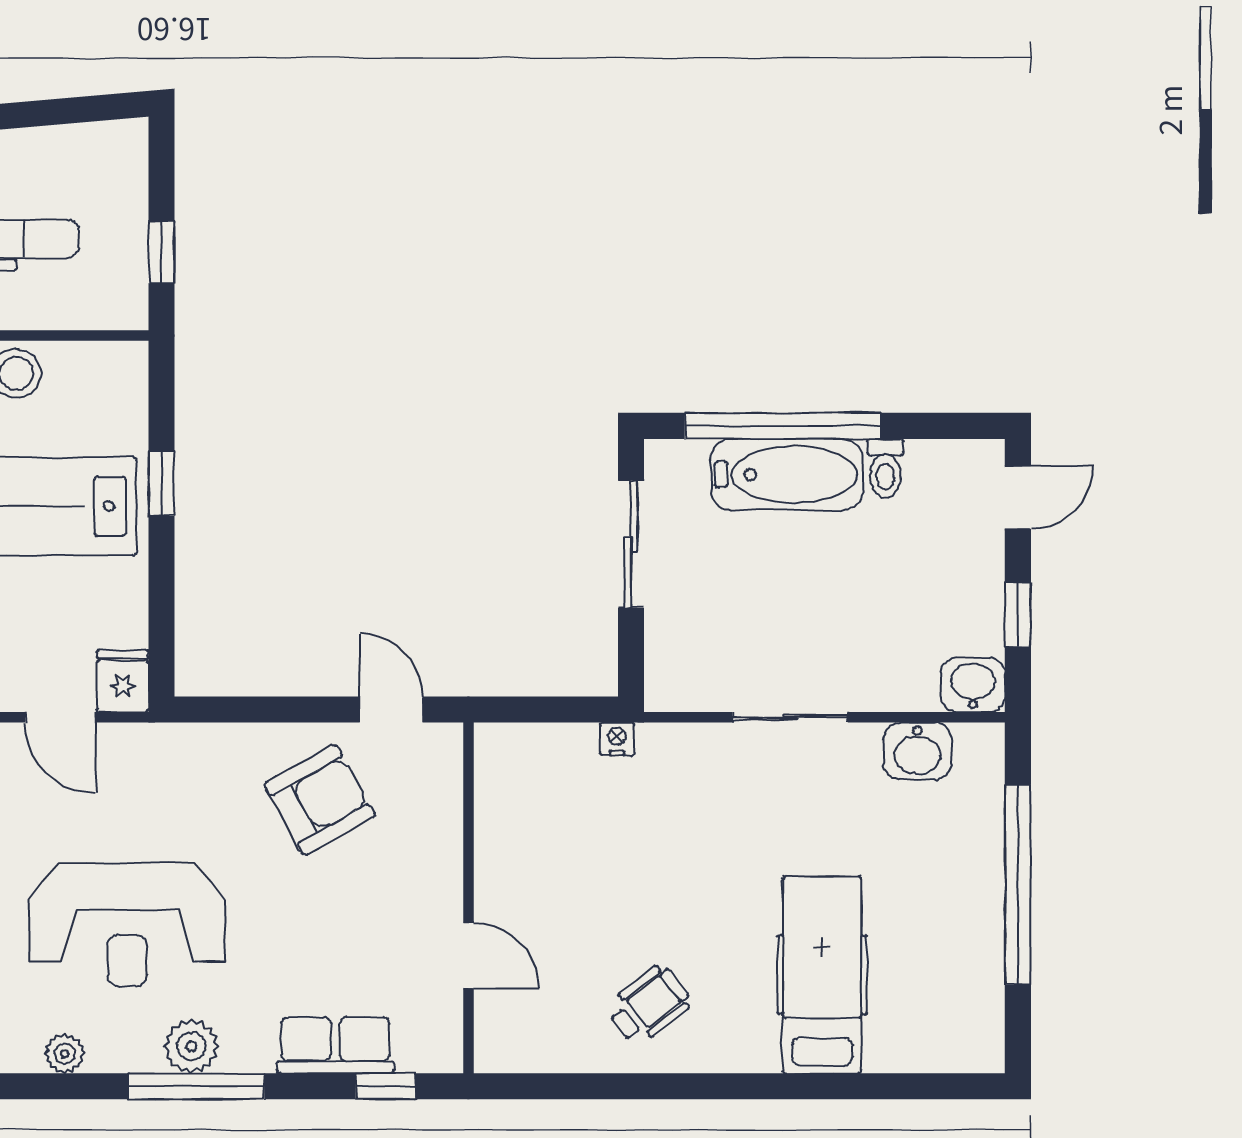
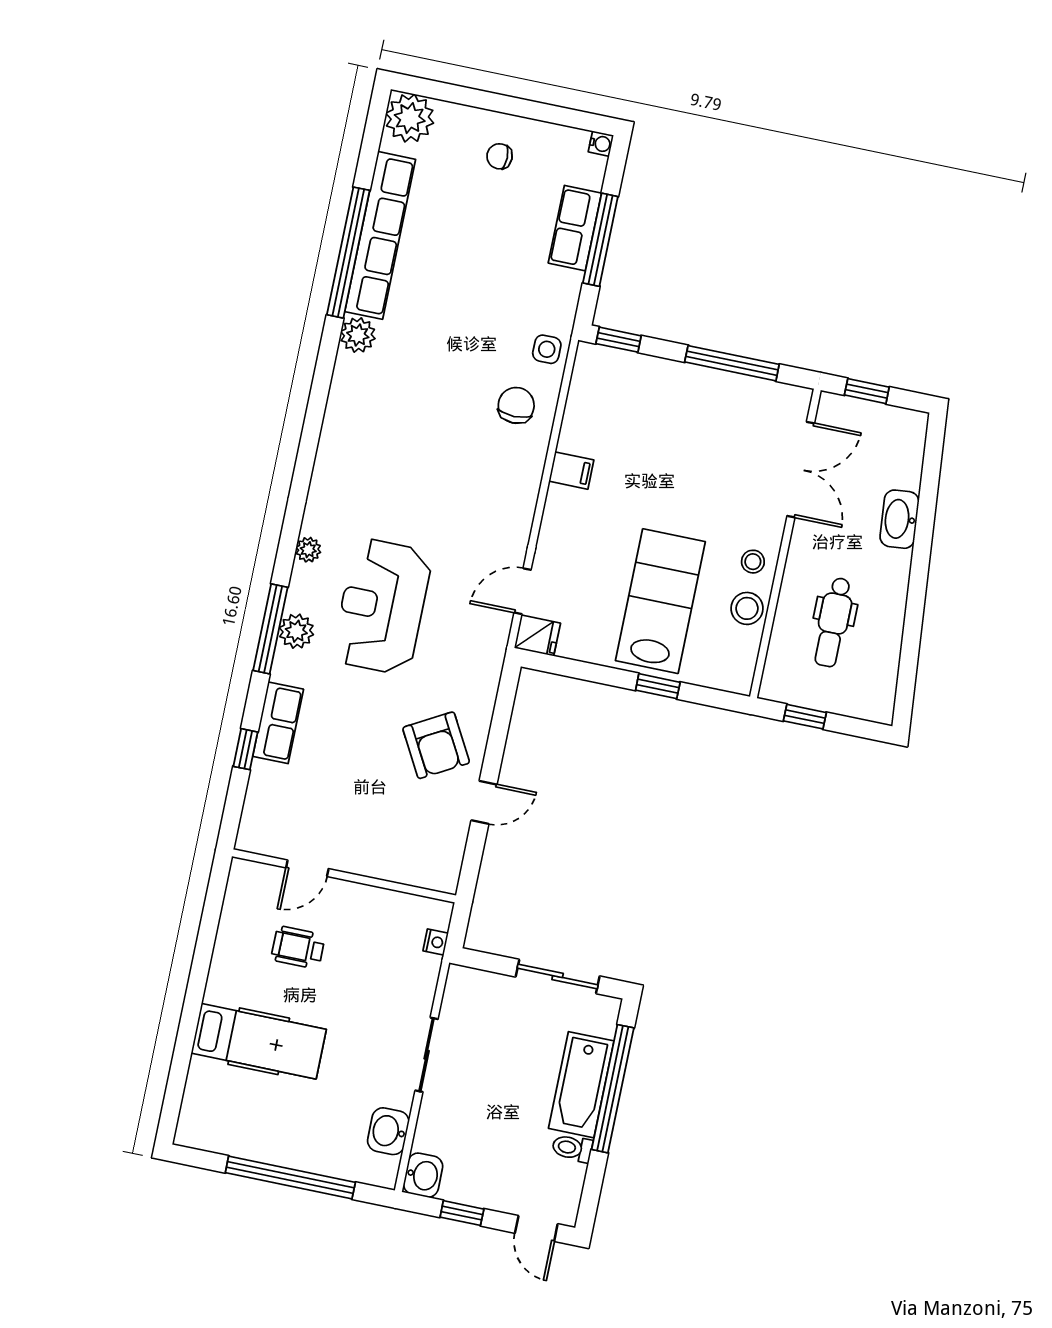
wall: (468, 898) -> (344, 876), moved
door: (468, 956) -> (307, 868), moved
wheelchair: (649, 1005) -> (298, 947), moved, turned 128

